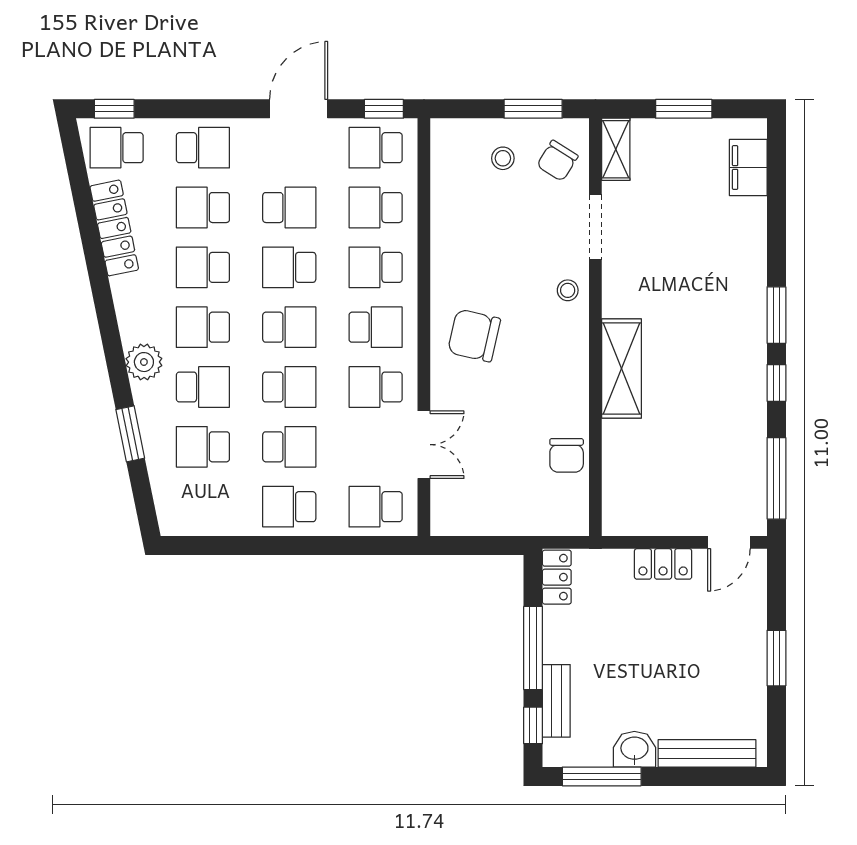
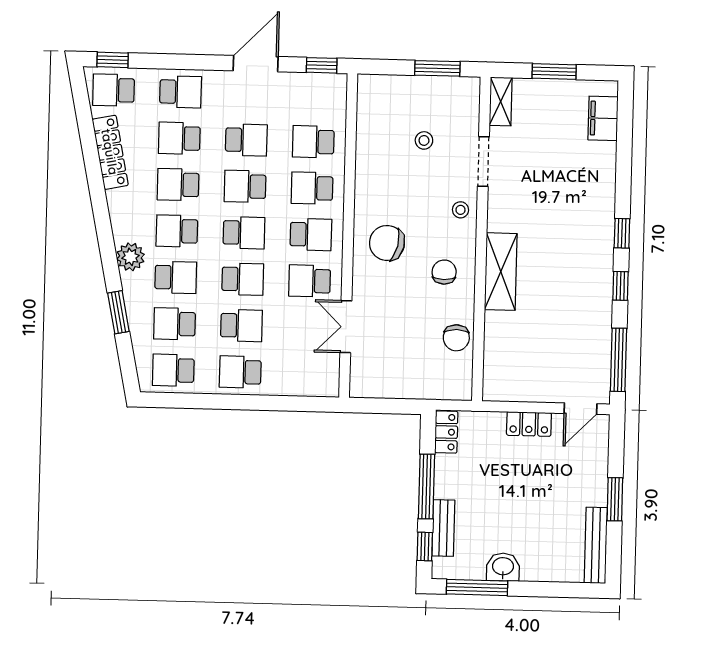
school desk: (376, 148) -> (314, 95), removed
stool: (503, 158) -> (424, 140), moved
chair: (557, 161) -> (444, 272), moved, turned 148
window: (776, 315) -> (622, 233), width x0.67
double door: (424, 445) -> (346, 327), swing flipped
school desk: (376, 507) -> (173, 370), moved
bench: (707, 753) -> (596, 545), moved, turned 90

